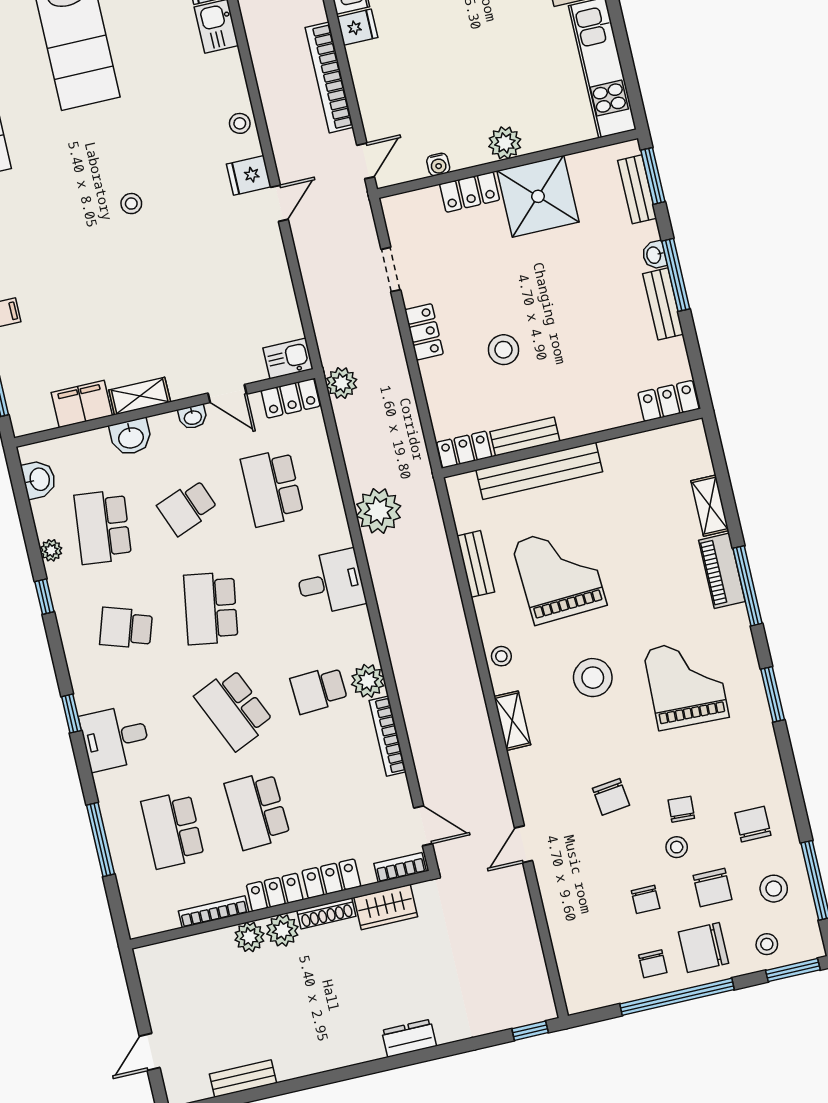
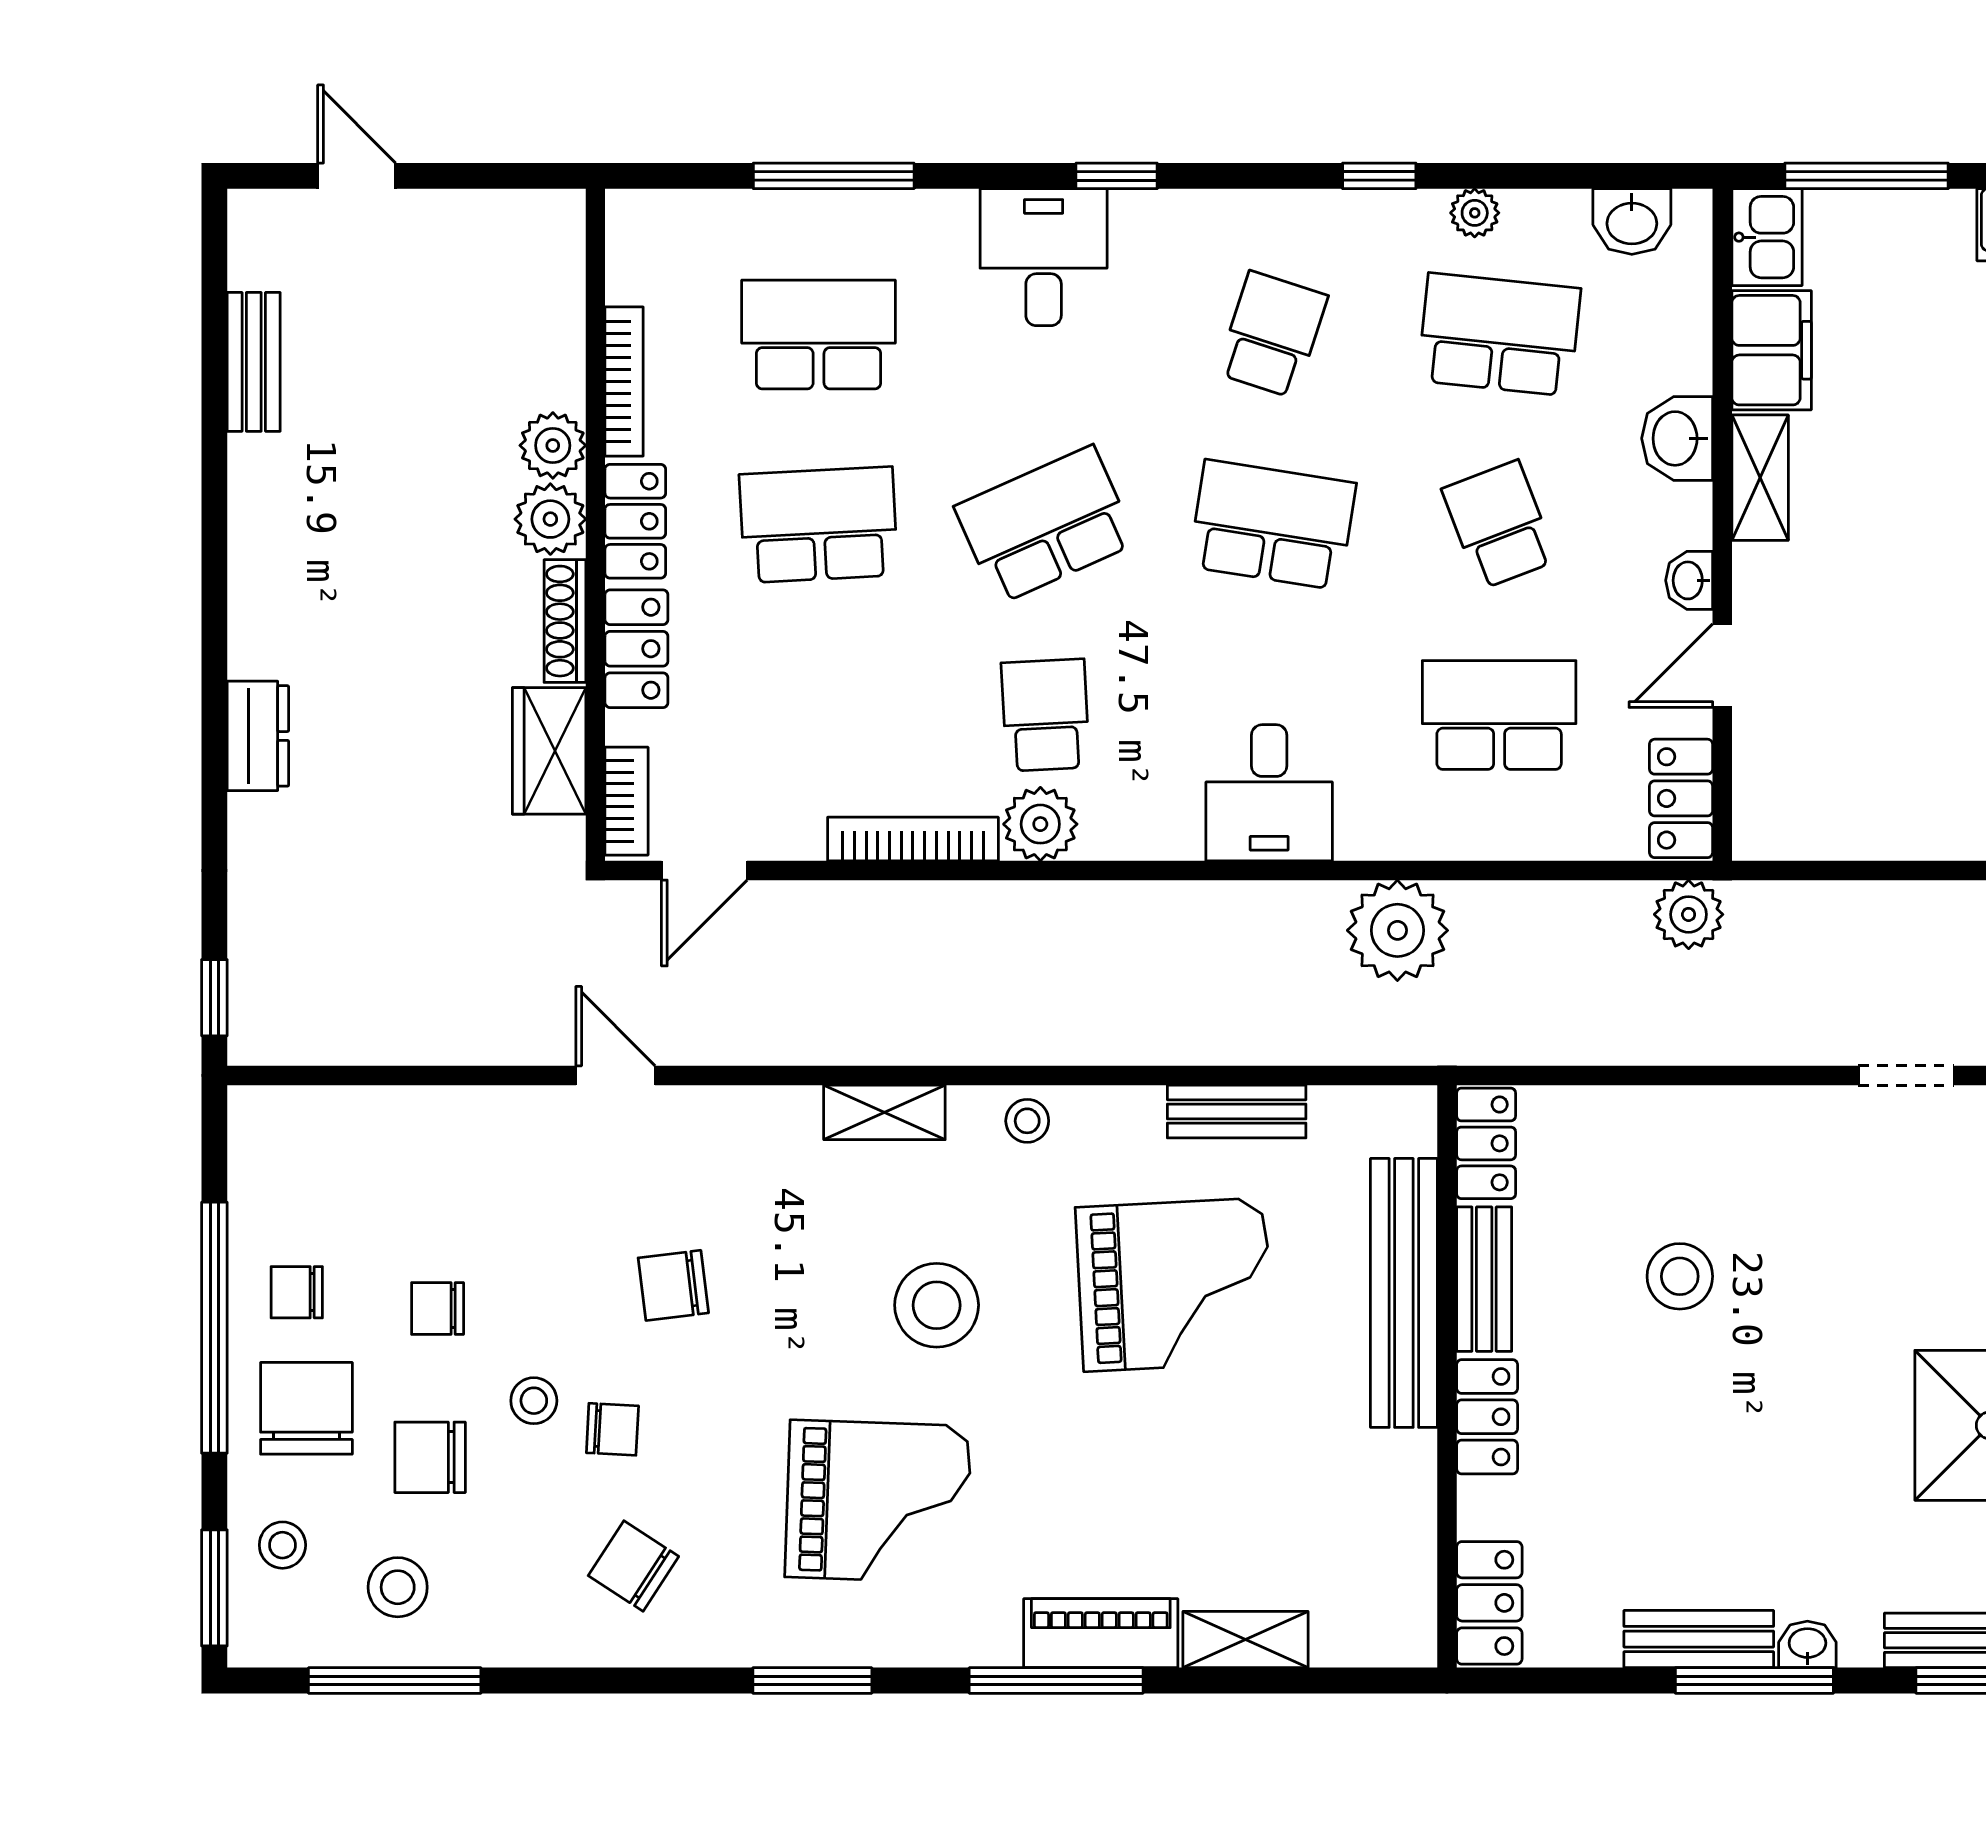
locker: (424, 332) -> (1487, 1417), moved, turned -90
kitchen sink: (288, 359) -> (1767, 237), moved
chair: (753, 824) -> (633, 1566), moved, turned -147

